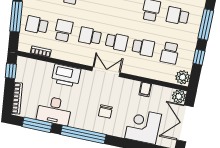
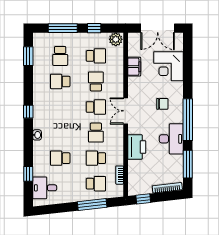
school desk: (37, 25) -> (96, 184), turned -90
school desk: (117, 42) -> (96, 107), turned 90
filing cabinet: (145, 89) -> (134, 67), width x2.00
plant: (179, 96) -> (134, 39), removed
desk: (54, 111) -> (171, 139), moved

